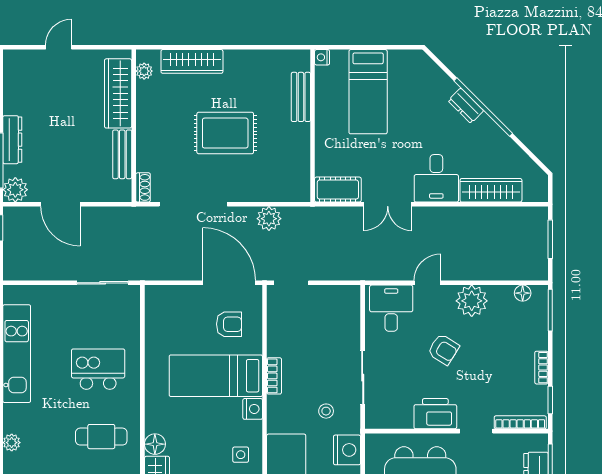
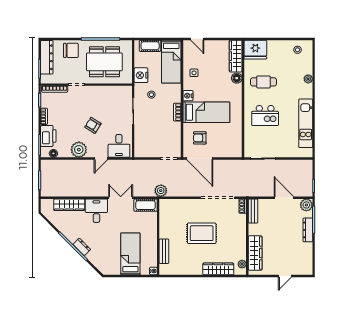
bench: (122, 154) -> (253, 211), moved
plant: (269, 219) -> (161, 191), moved
printer: (435, 414) -> (48, 136), moved, turned -90

